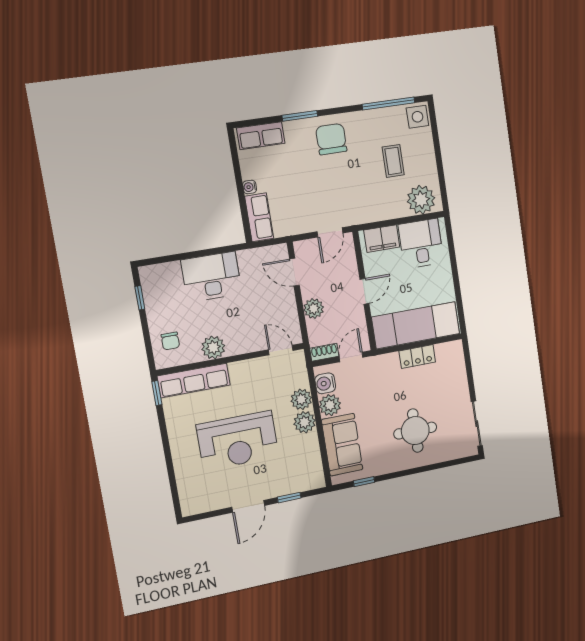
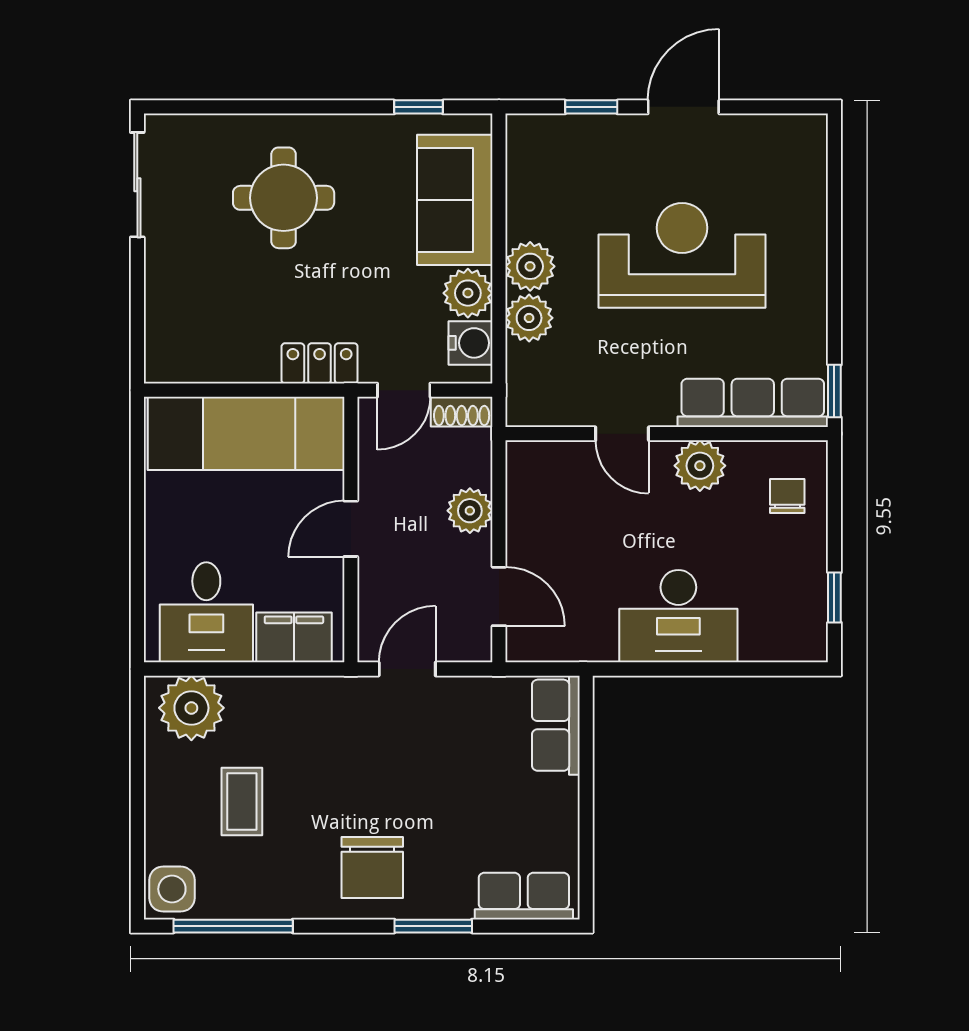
water cooler: (250, 187) -> (566, 792), removed
door: (281, 350) -> (622, 434), moved
locker: (417, 356) -> (320, 363), moved

